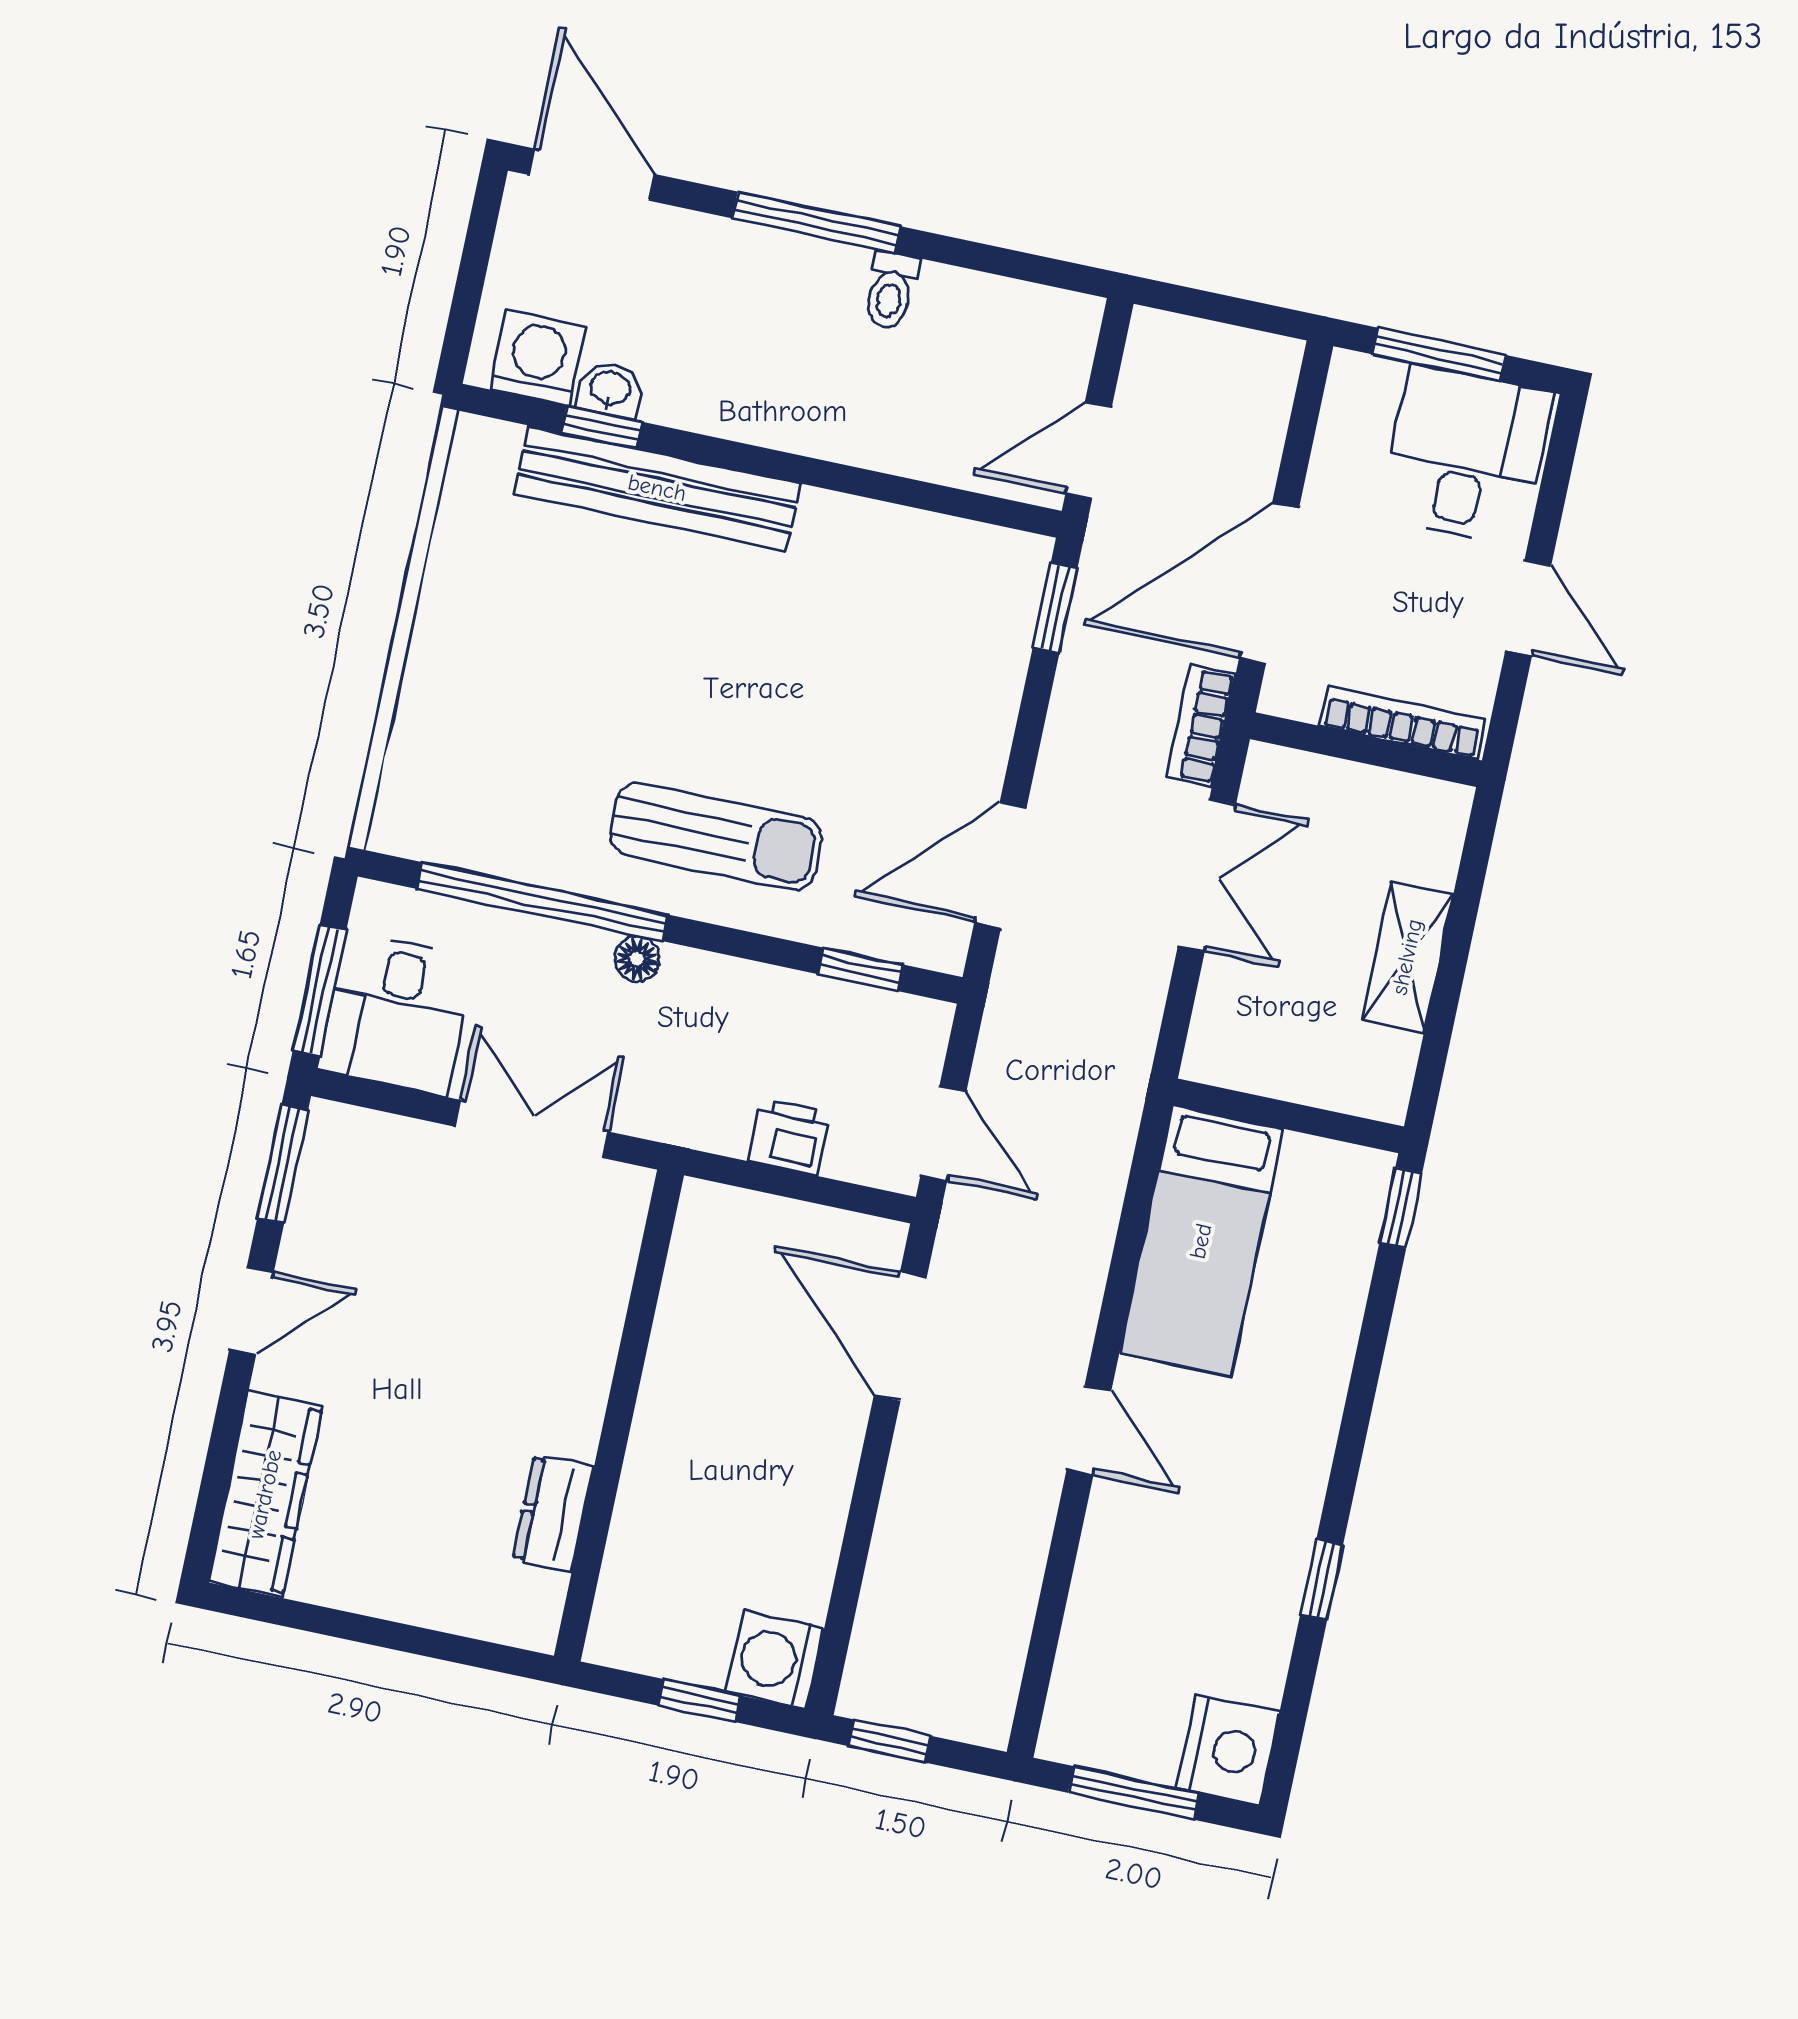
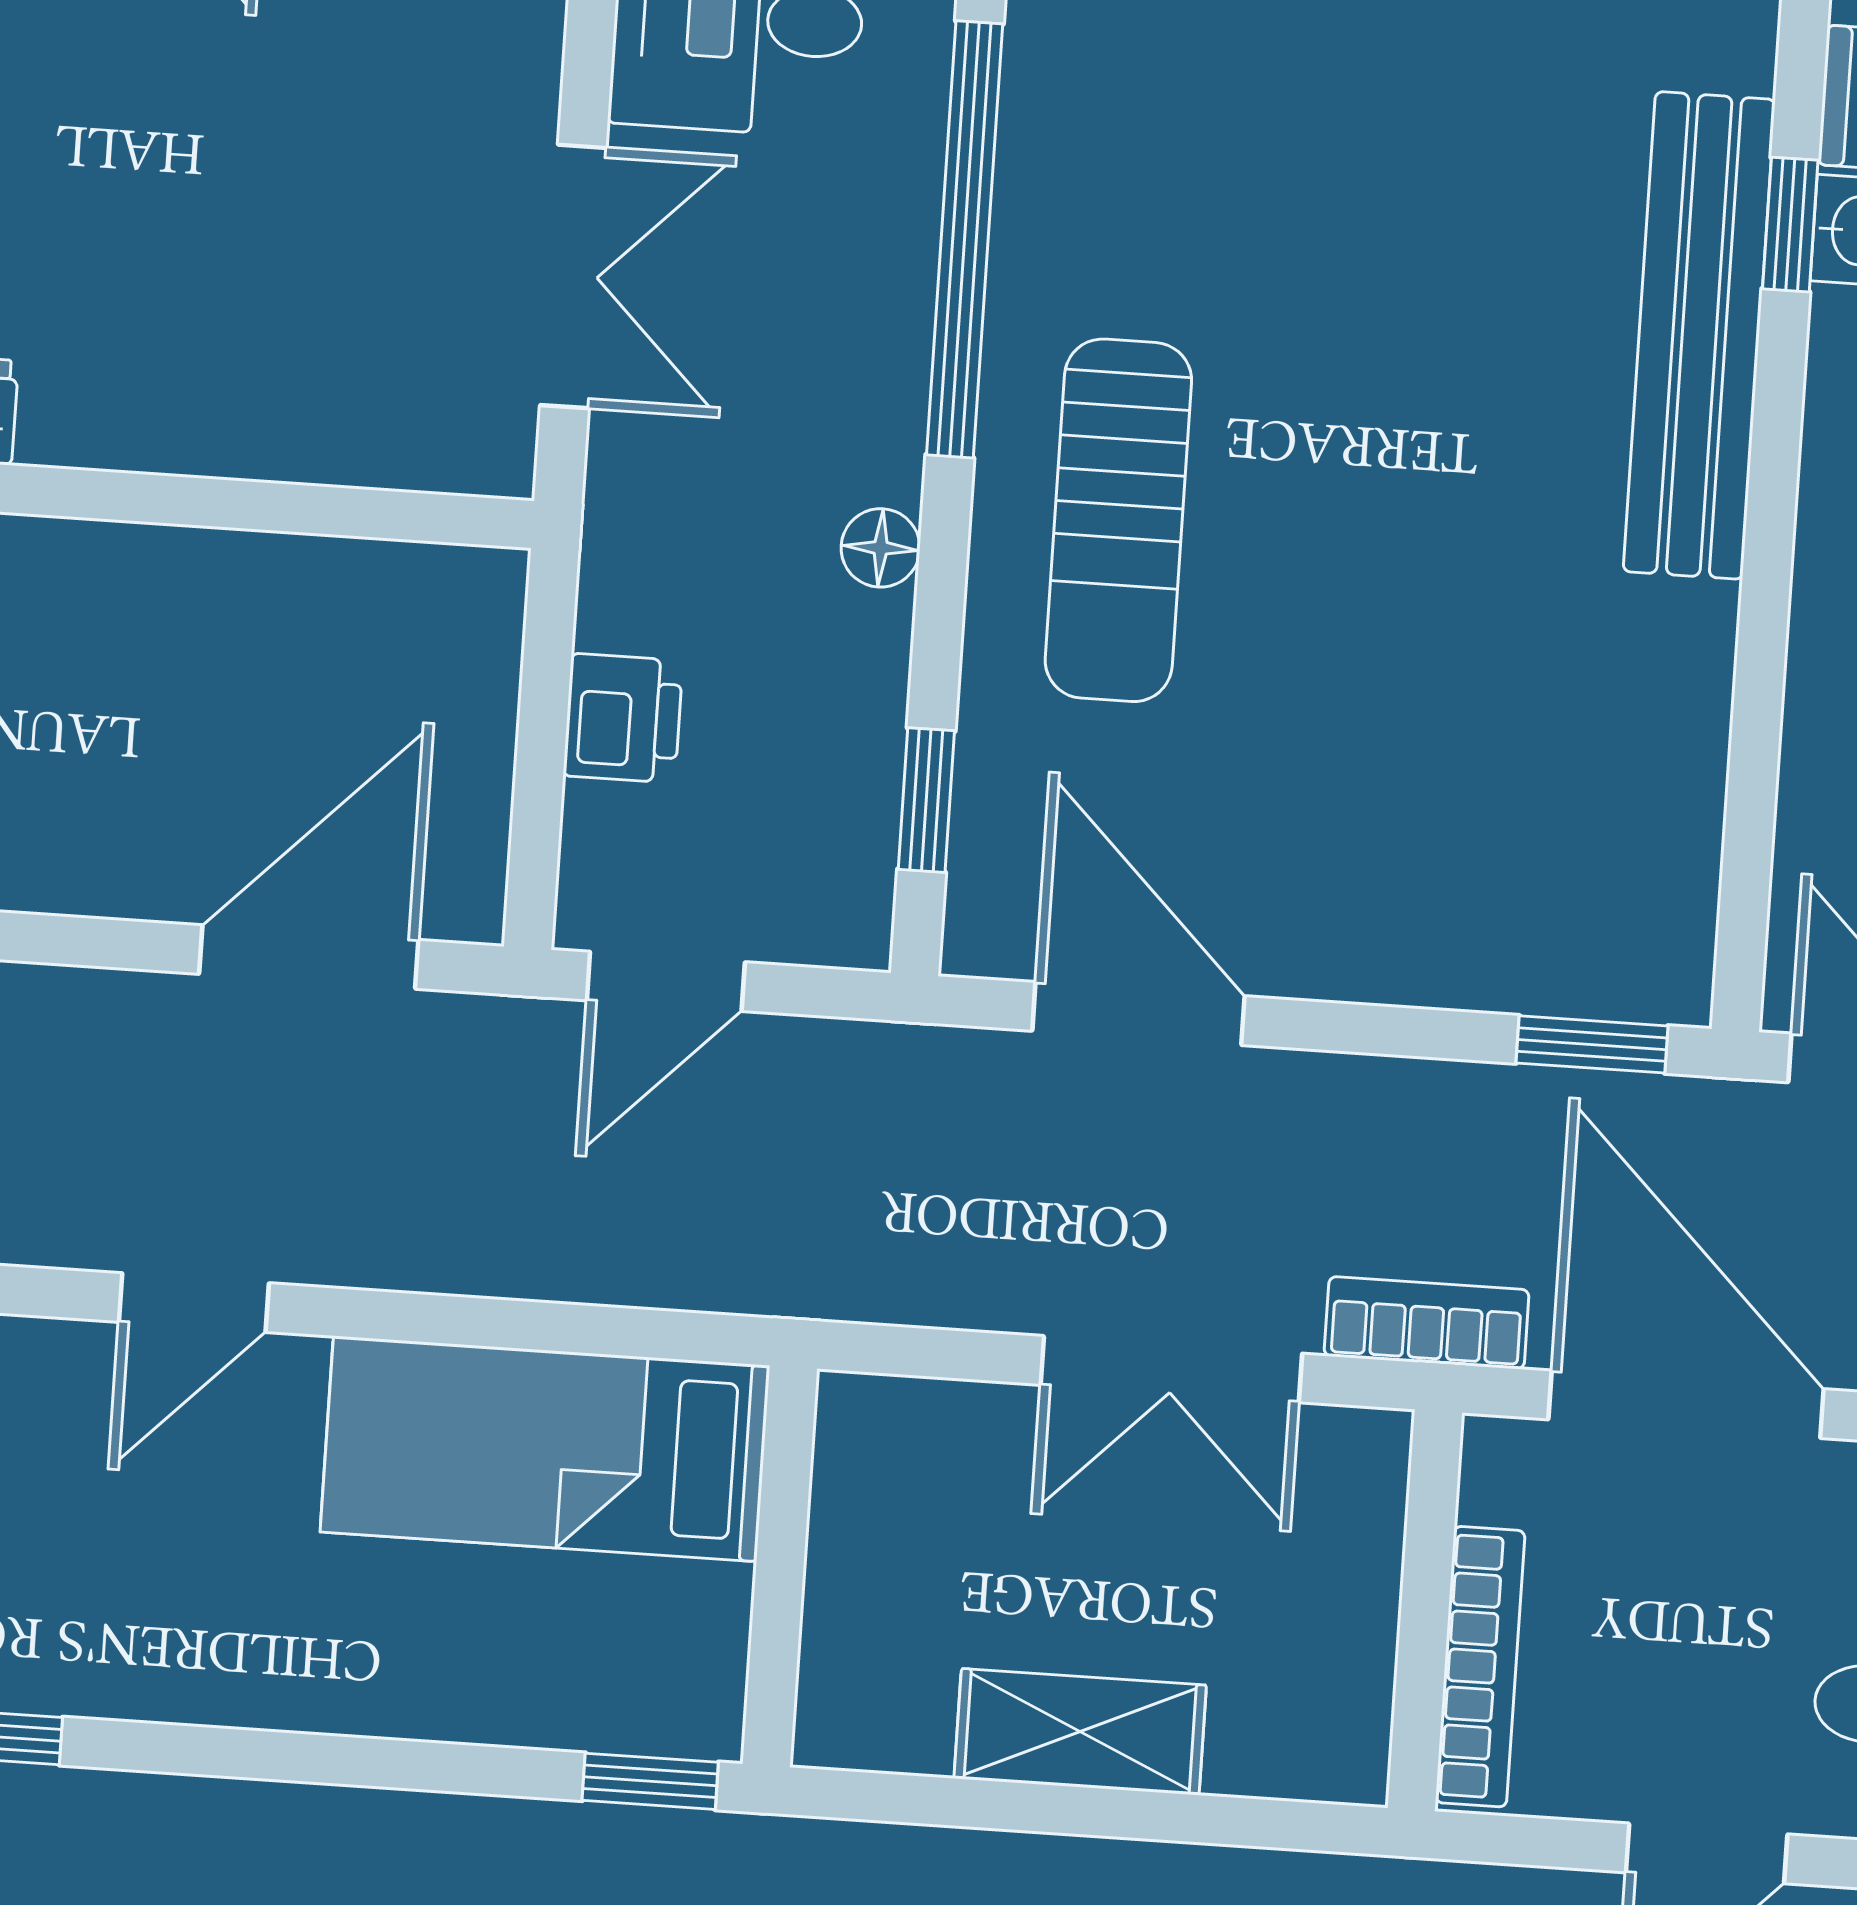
floor lamp: (637, 959) -> (881, 548), moved

